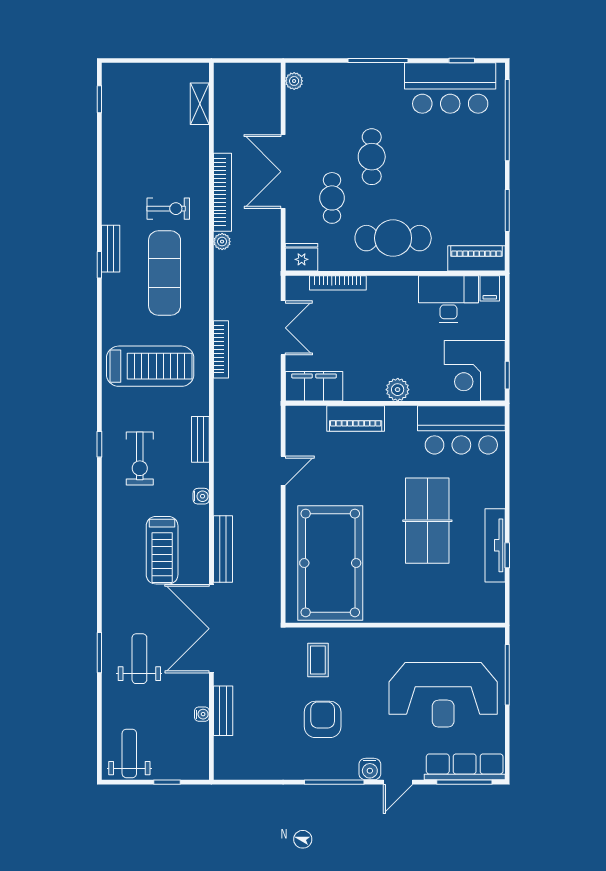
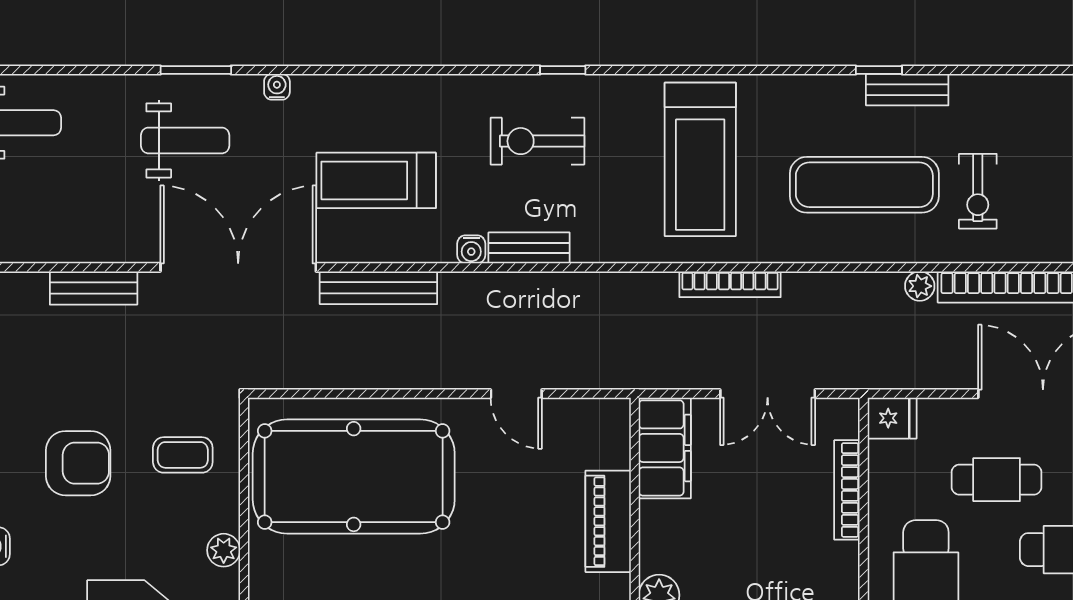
fridge: (302, 257) -> (892, 418), width x0.72
bench: (200, 439) -> (529, 248), moved
plant: (372, 637) -> (224, 550), added
water cooler: (202, 714) -> (277, 87), moved, turned 180

